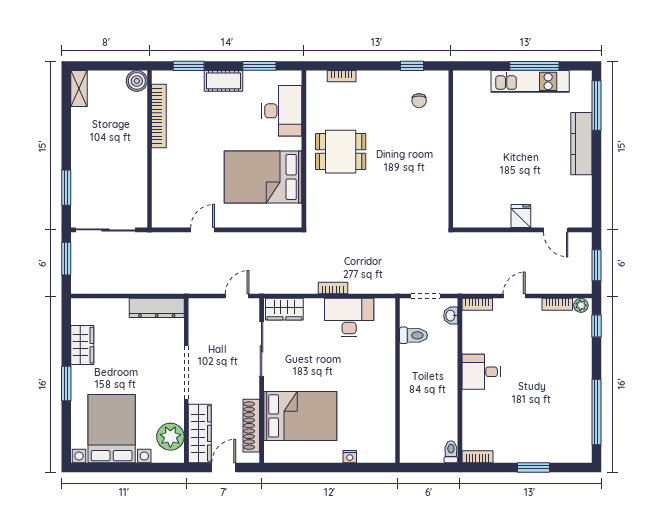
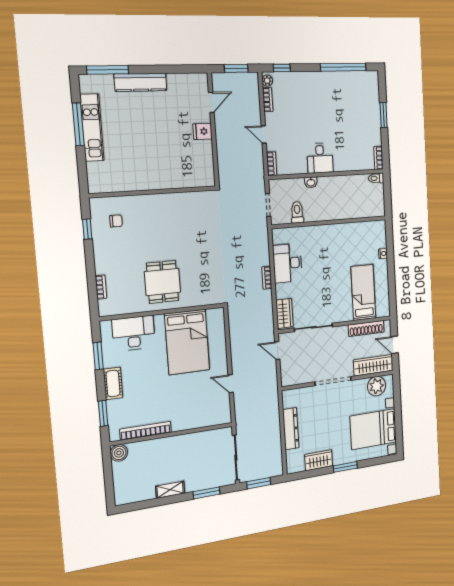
shelving: (79, 89) -> (170, 490), moved
dresser: (157, 308) -> (291, 429), moved
washbasin: (451, 316) -> (311, 182), moved
bed: (300, 416) -> (363, 292), width x0.67

